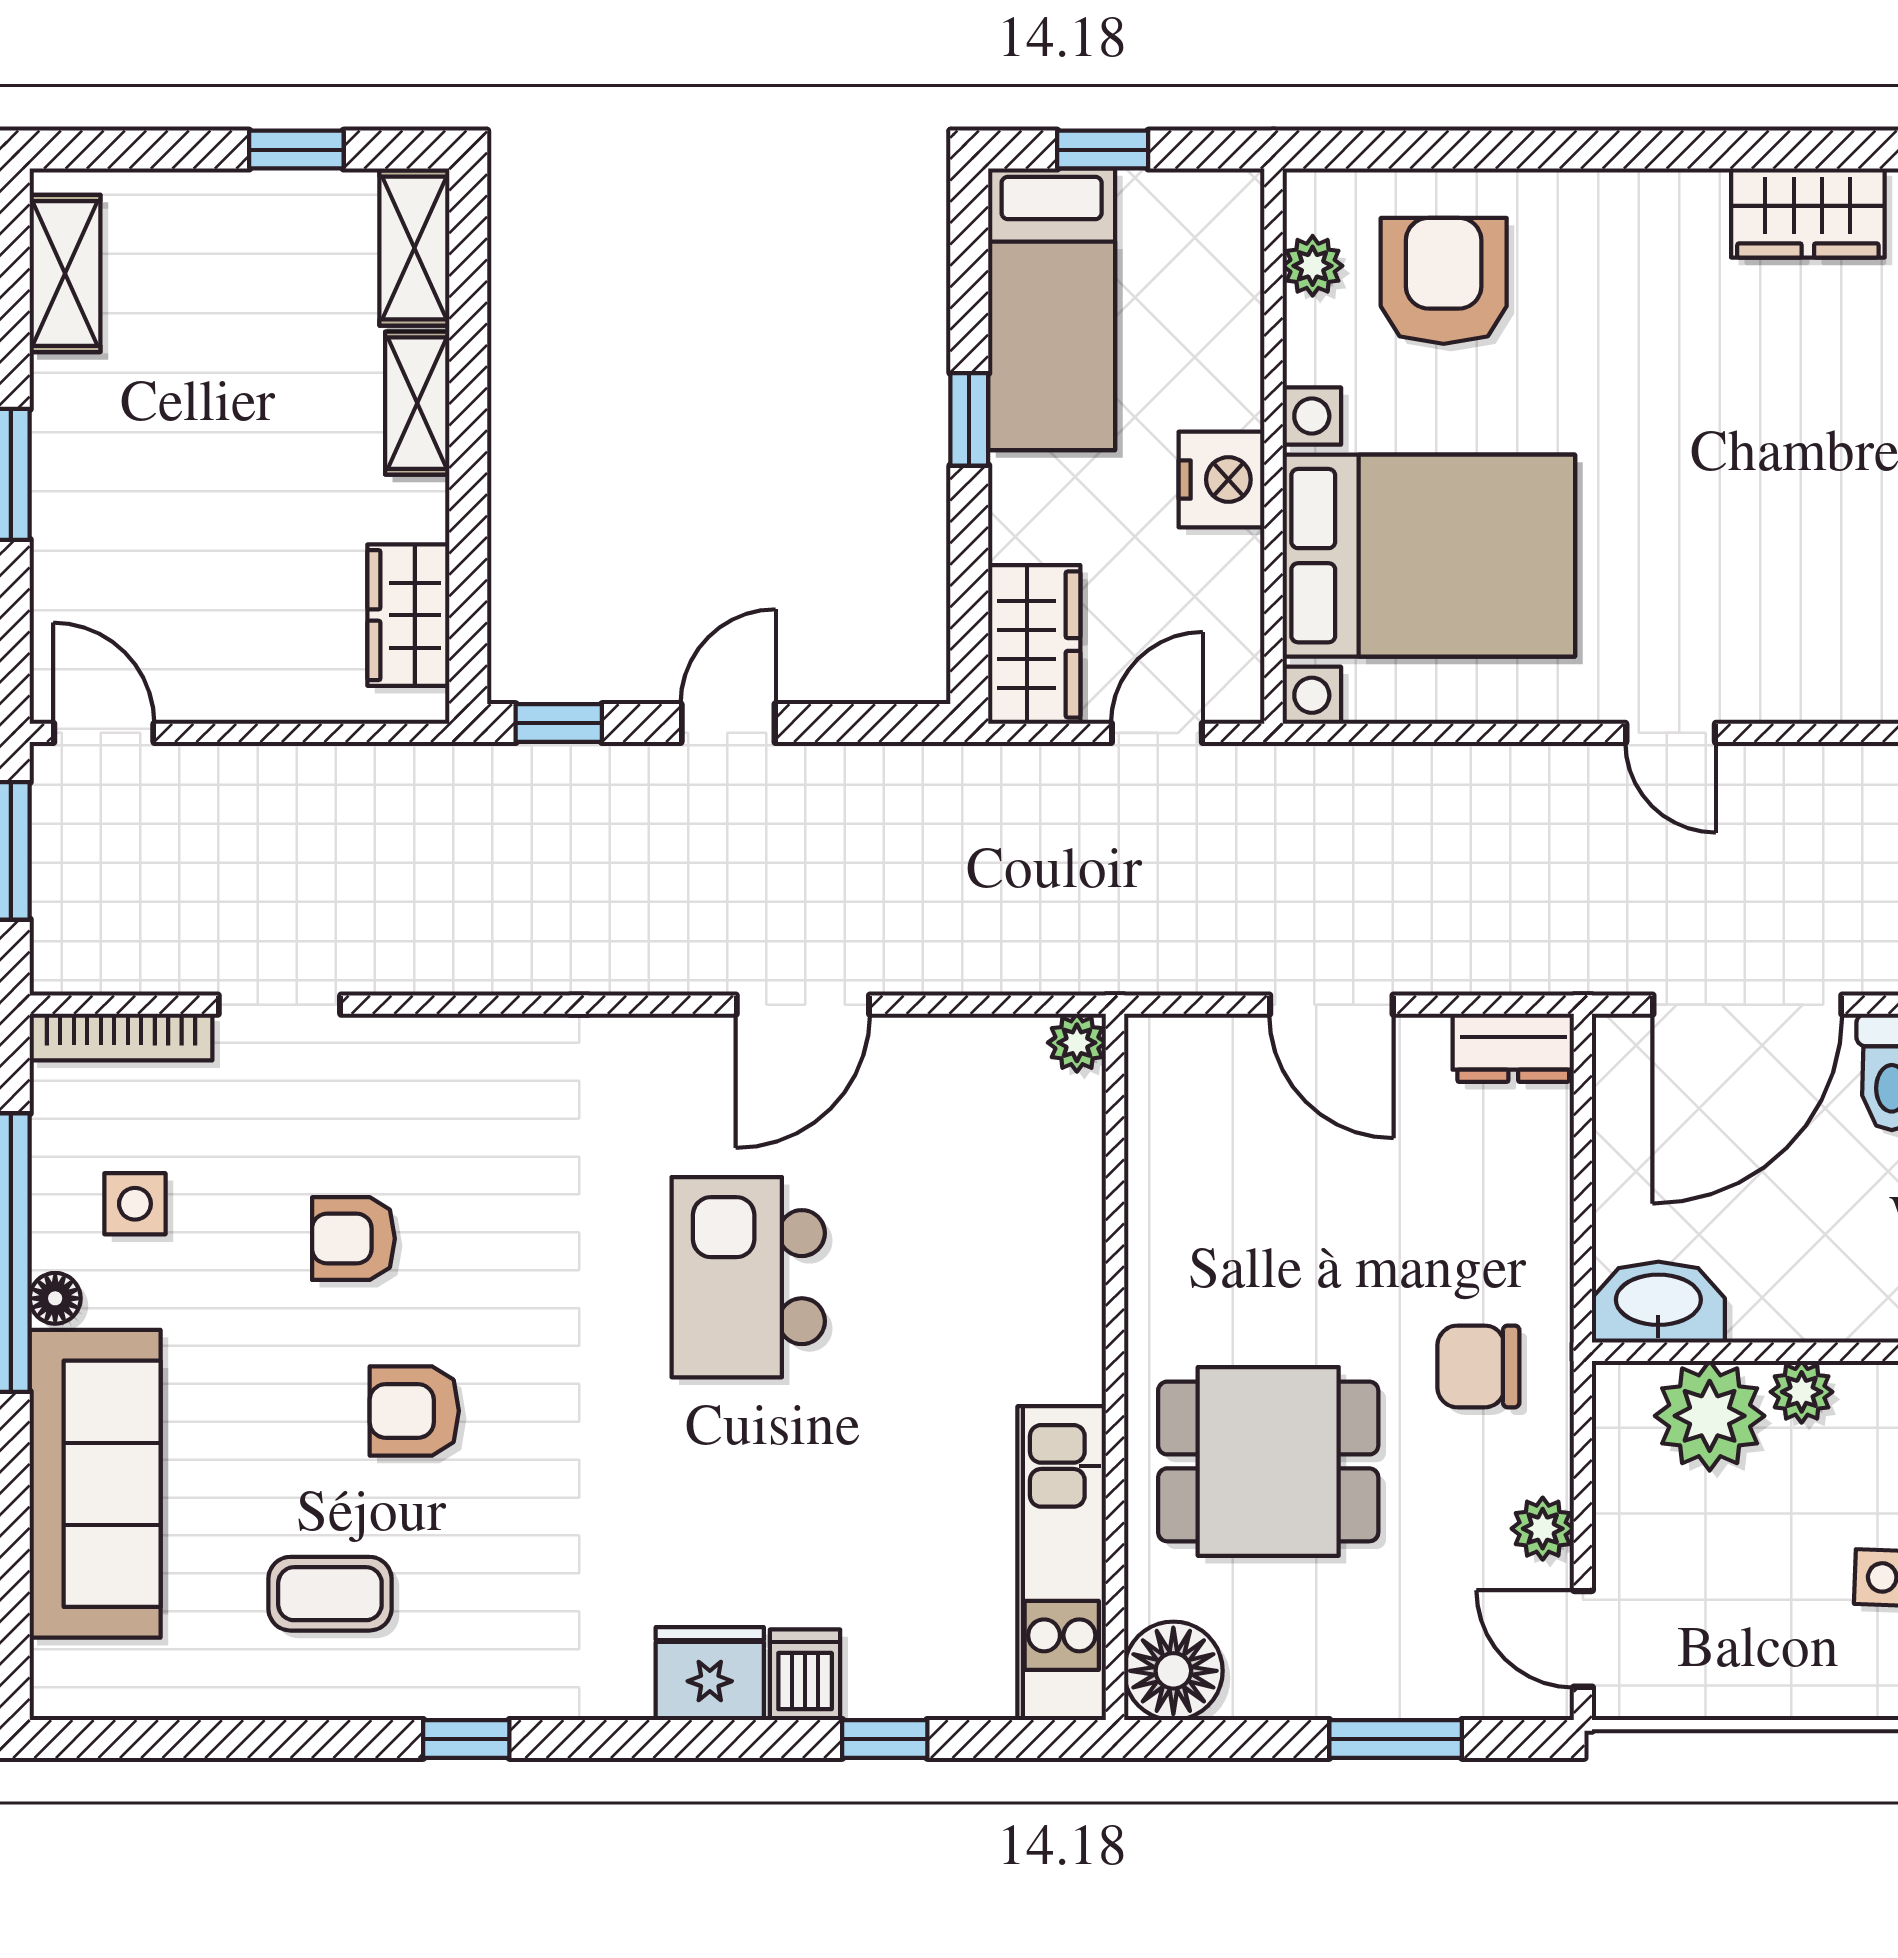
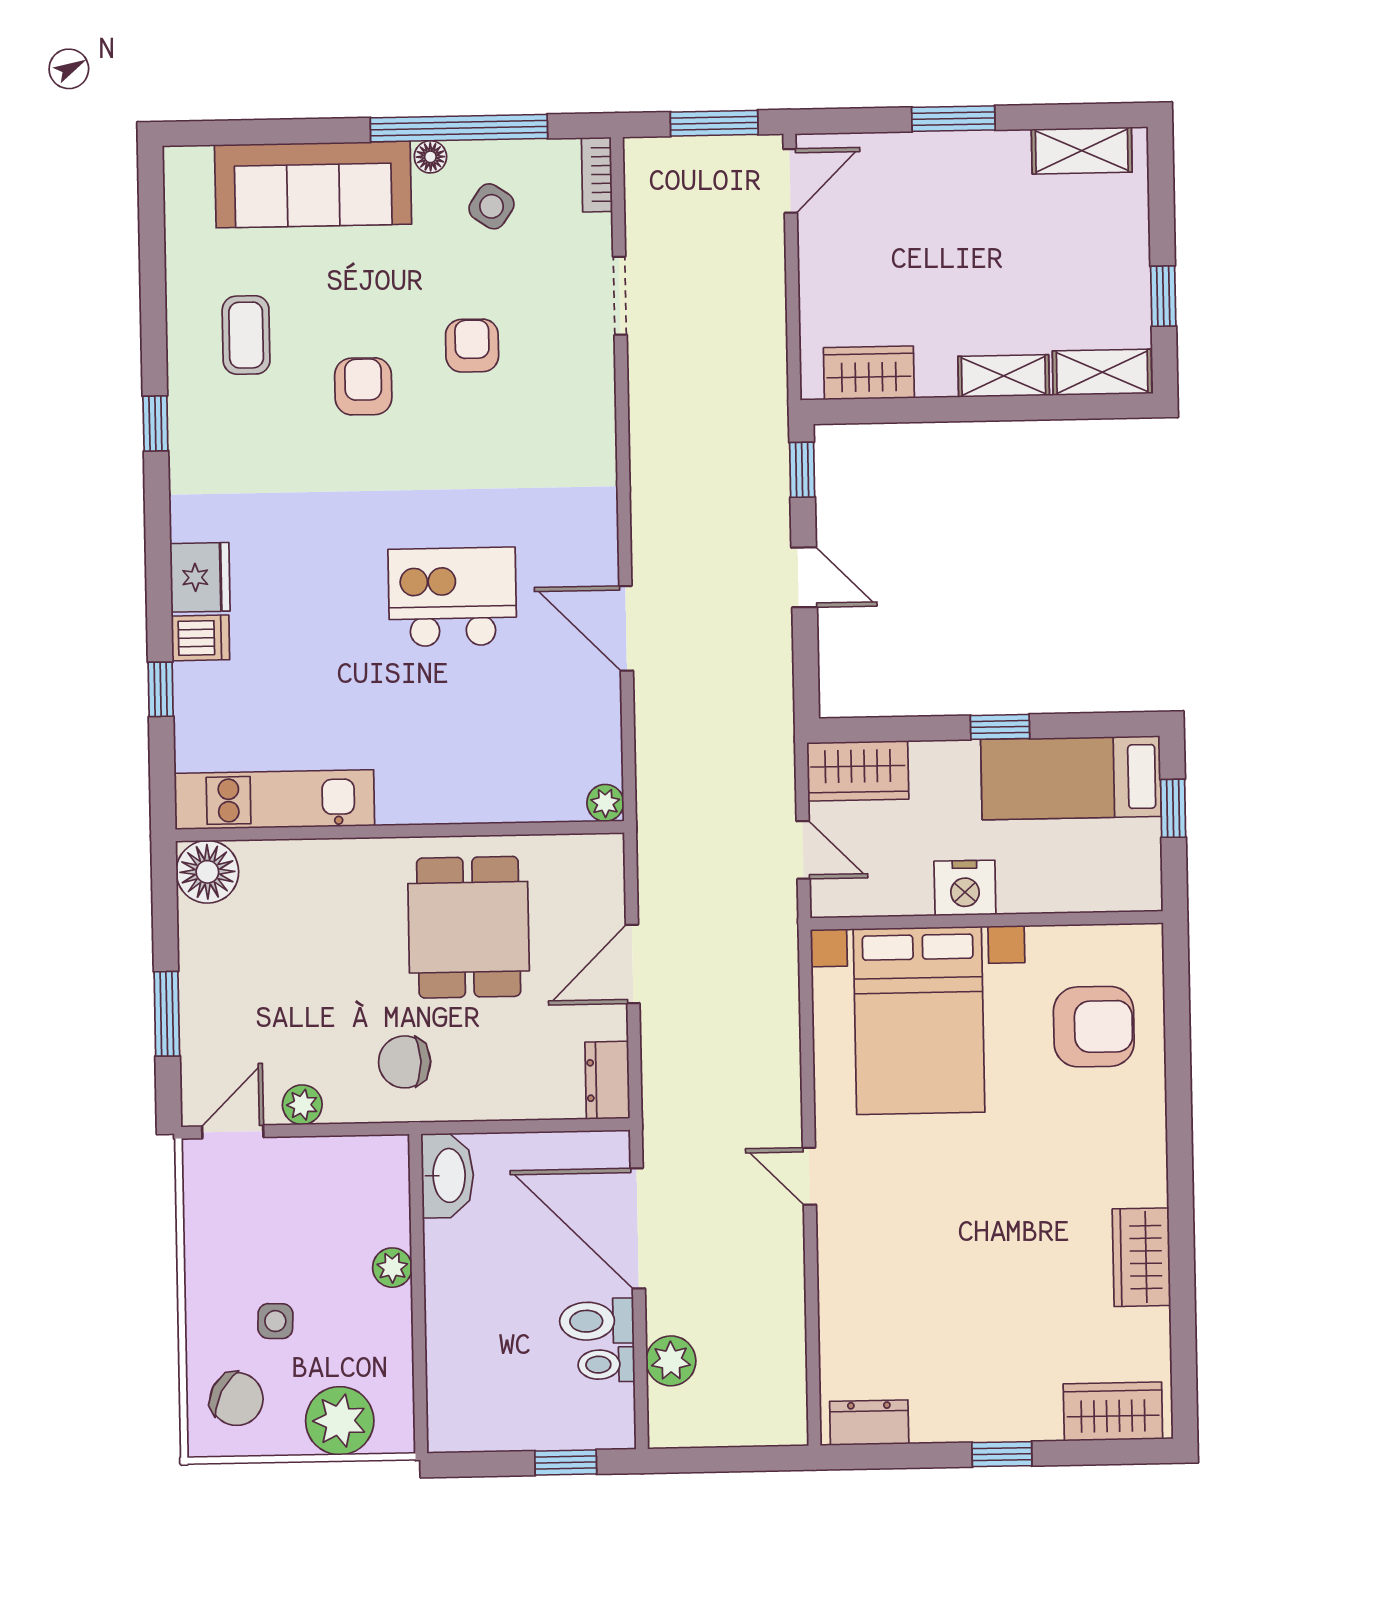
plant: (1313, 266) -> (1102, 943), removed
door: (1671, 733) -> (809, 1176), hinge flipped
bookcase: (121, 1037) -> (597, 175), width x0.64
side table: (135, 1204) -> (491, 206), turned 34
chair: (1478, 1366) -> (405, 1062), turned -90
plant: (1710, 1416) -> (376, 1209), removed
dining table: (1268, 1461) -> (469, 927), moved

